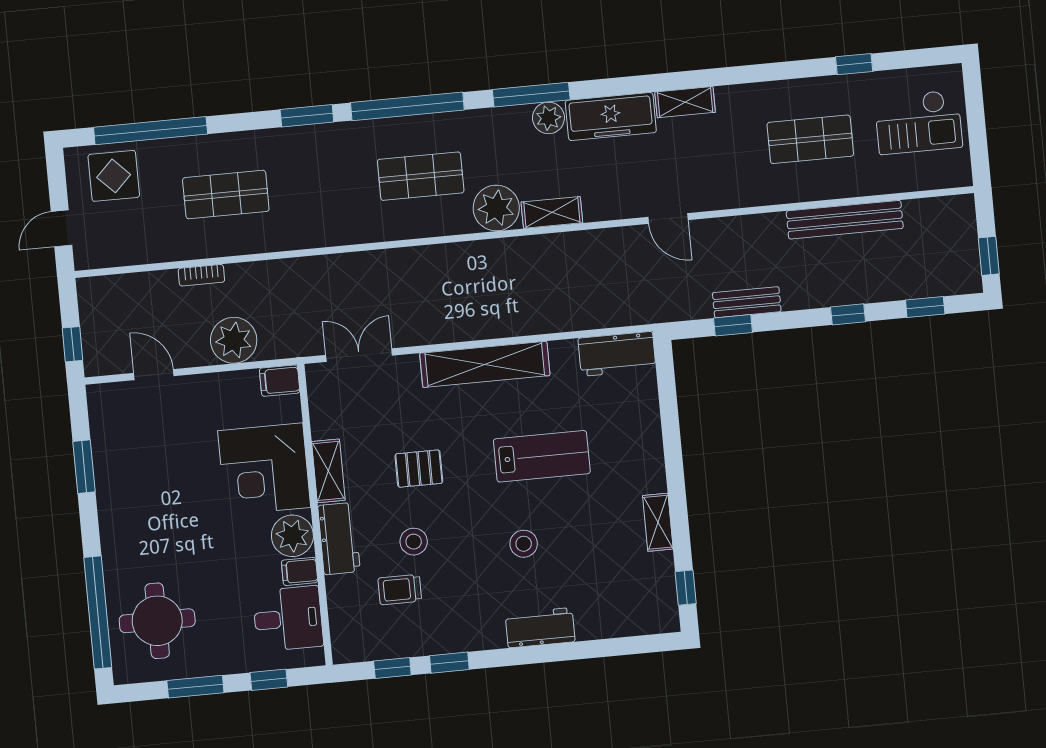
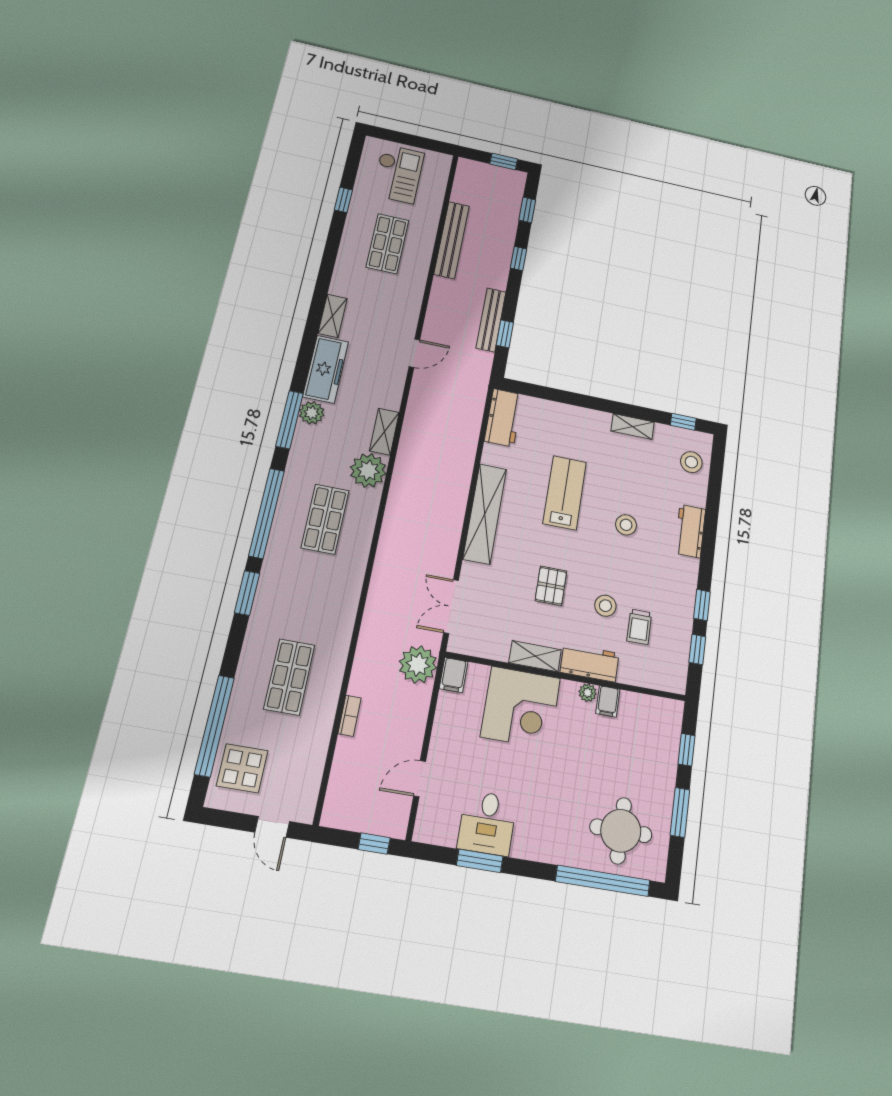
bench: (747, 302) -> (491, 320), width x1.36
plant: (234, 340) -> (418, 665), moved
plant: (292, 536) -> (588, 693), width x0.53, depth x0.53
stool: (633, 610) -> (691, 462), added
desk: (288, 619) -> (487, 823), moved, turned 180

